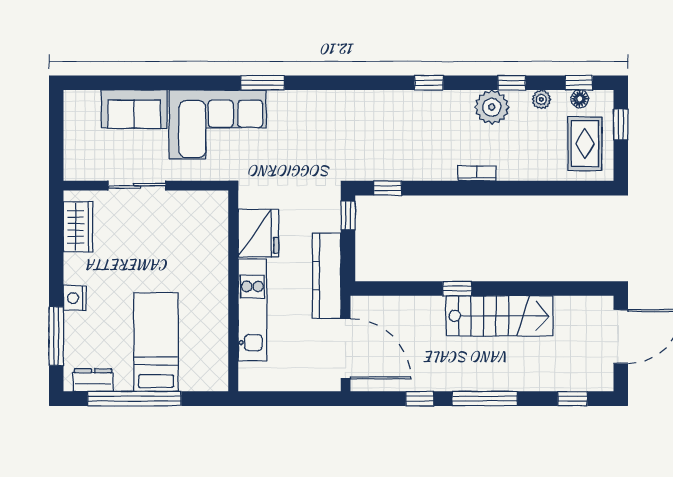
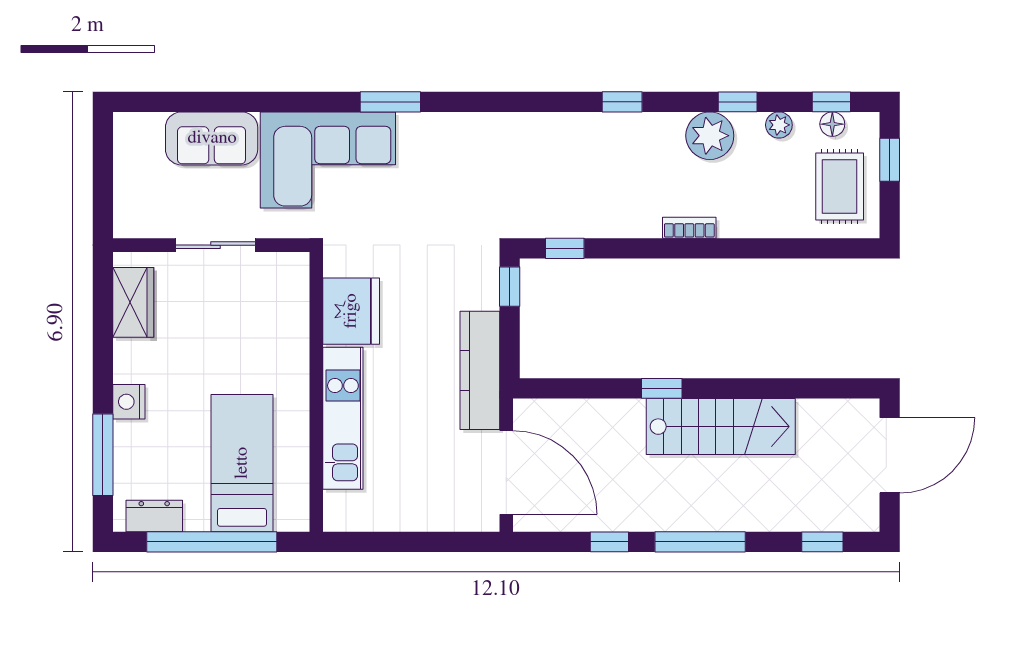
fridge: (258, 233) -> (351, 311), moved
wall: (233, 291) -> (316, 392), moved
kitchen unit: (252, 310) -> (343, 418), moved

